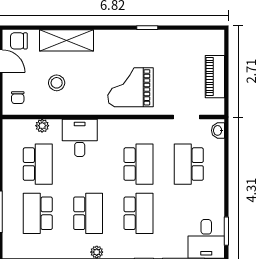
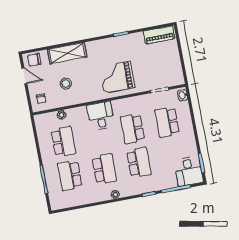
piano: (215, 77) -> (159, 35), moved, turned -90
desk: (80, 138) -> (101, 116), moved
school desk: (138, 164) -> (132, 129), turned 180

